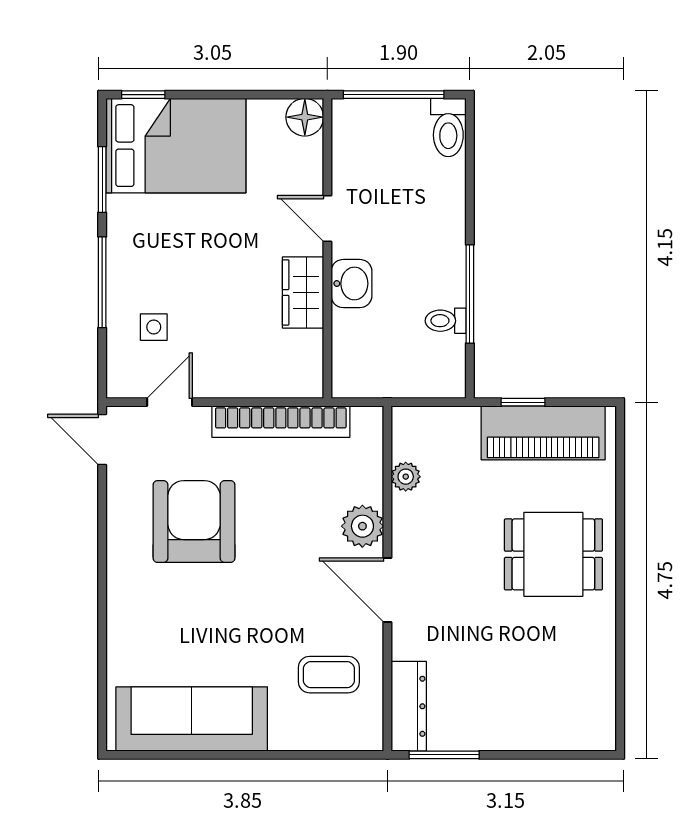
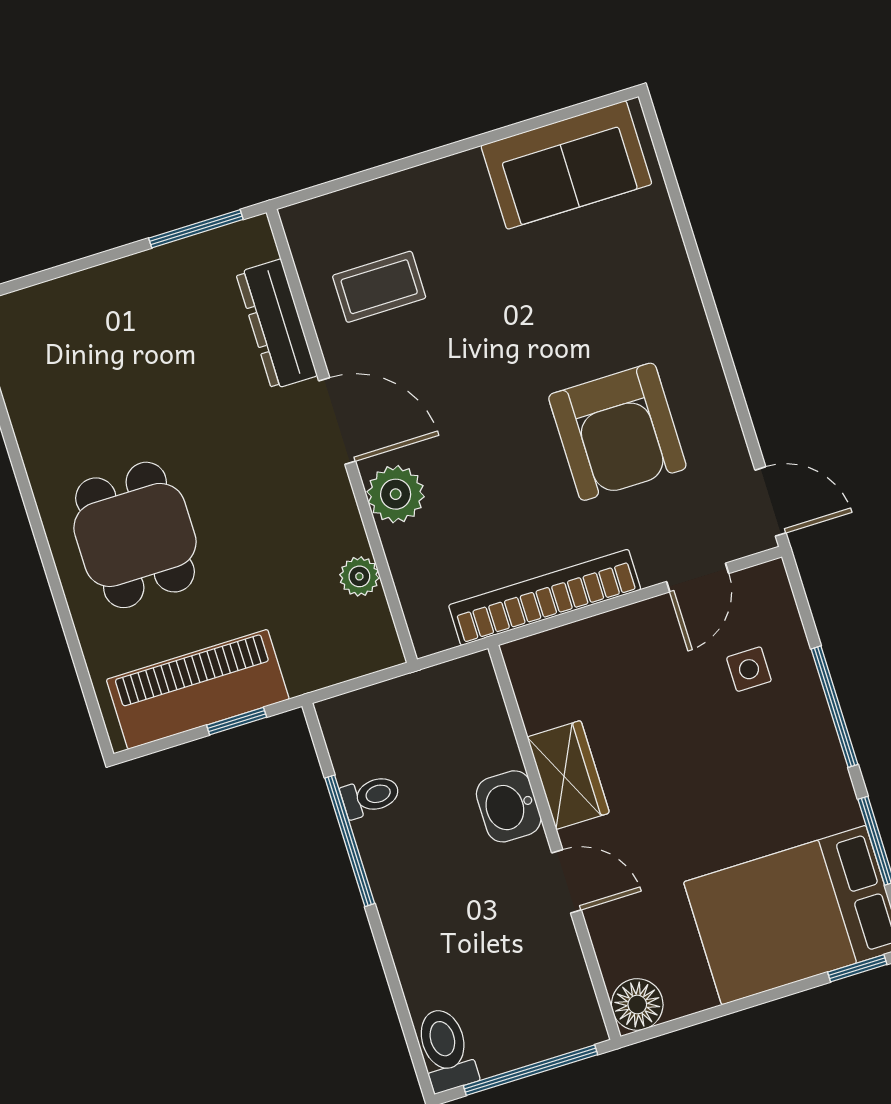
dining table: (553, 554) -> (135, 535), turned 90
dresser: (409, 706) -> (277, 324), moved
sofa: (192, 719) -> (566, 165), width x0.73

